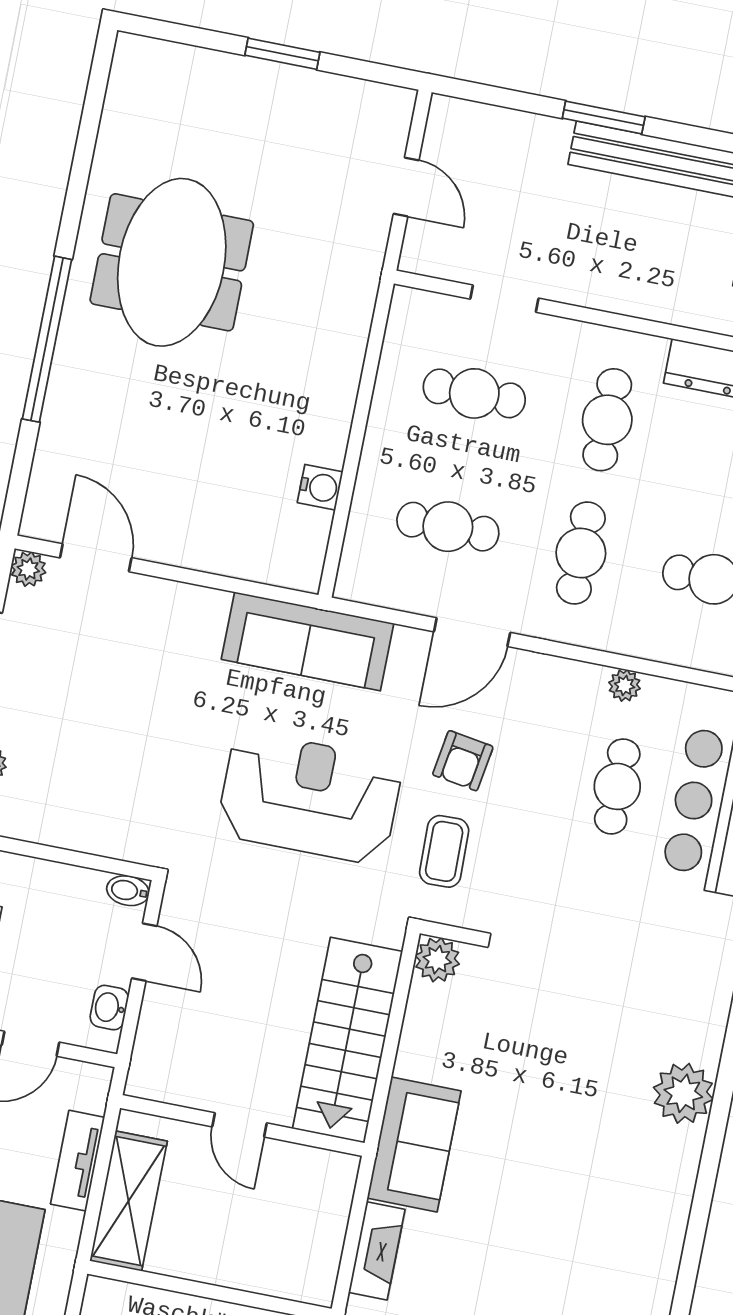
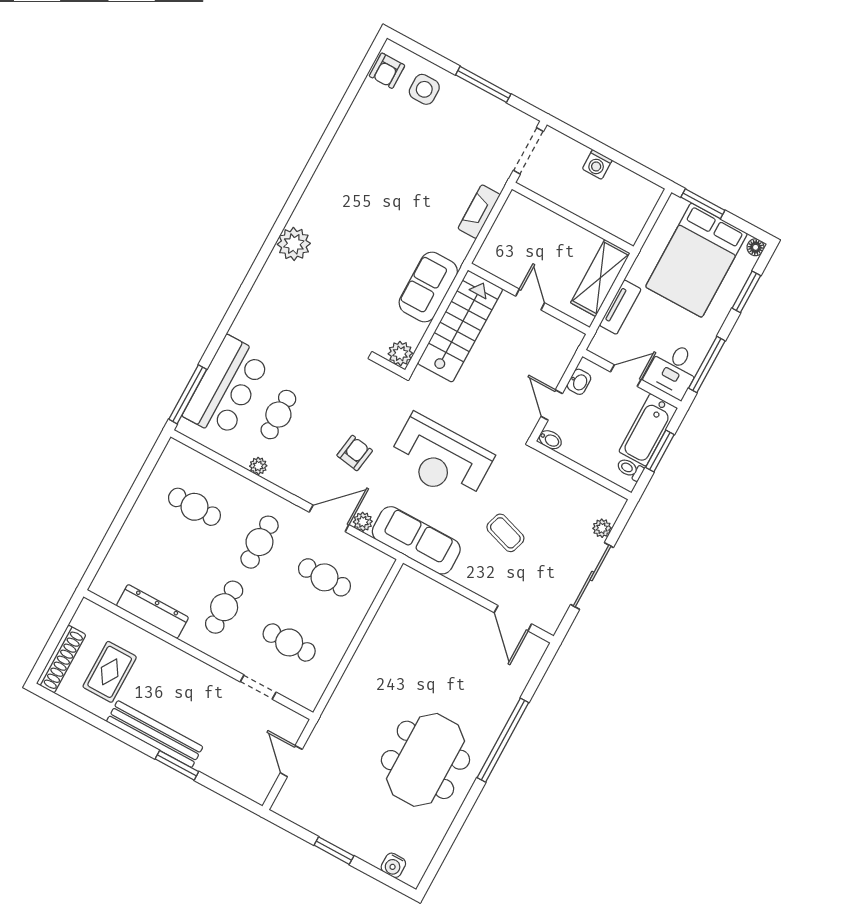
water cooler: (320, 487) -> (393, 865), moved, turned -90
plant: (28, 569) -> (363, 522), moved
coffee table: (444, 851) -> (505, 533), moved, turned -71
sofa: (414, 1144) -> (428, 287), moved

